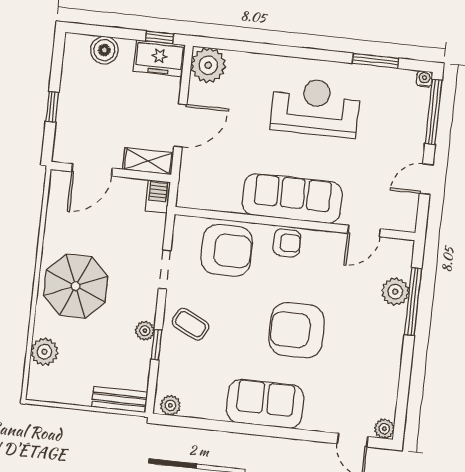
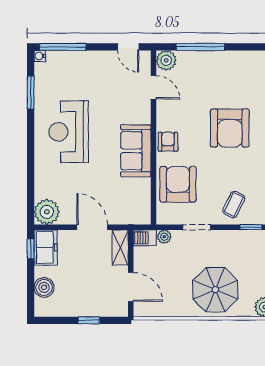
door: (426, 179) -> (128, 47), moved
sofa: (292, 198) -> (136, 151), width x0.73
plant: (395, 292) -> (166, 60), moved
plant: (145, 331) -> (164, 237), moved

